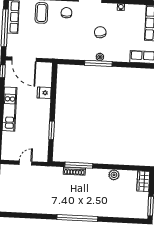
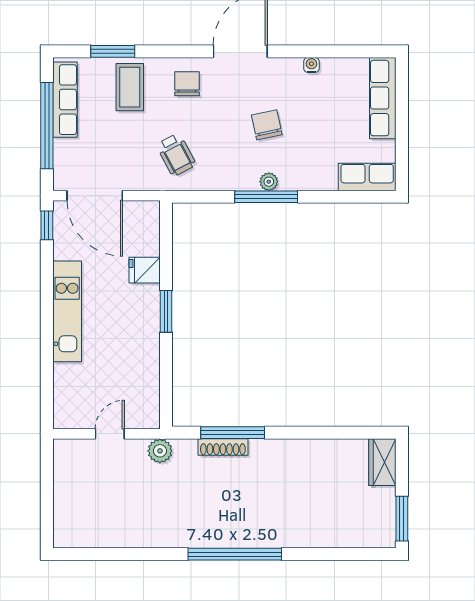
wheelchair: (60, 43) -> (176, 155), added
window: (52, 130) -> (166, 311), moved
plant: (114, 175) -> (160, 451), moved

